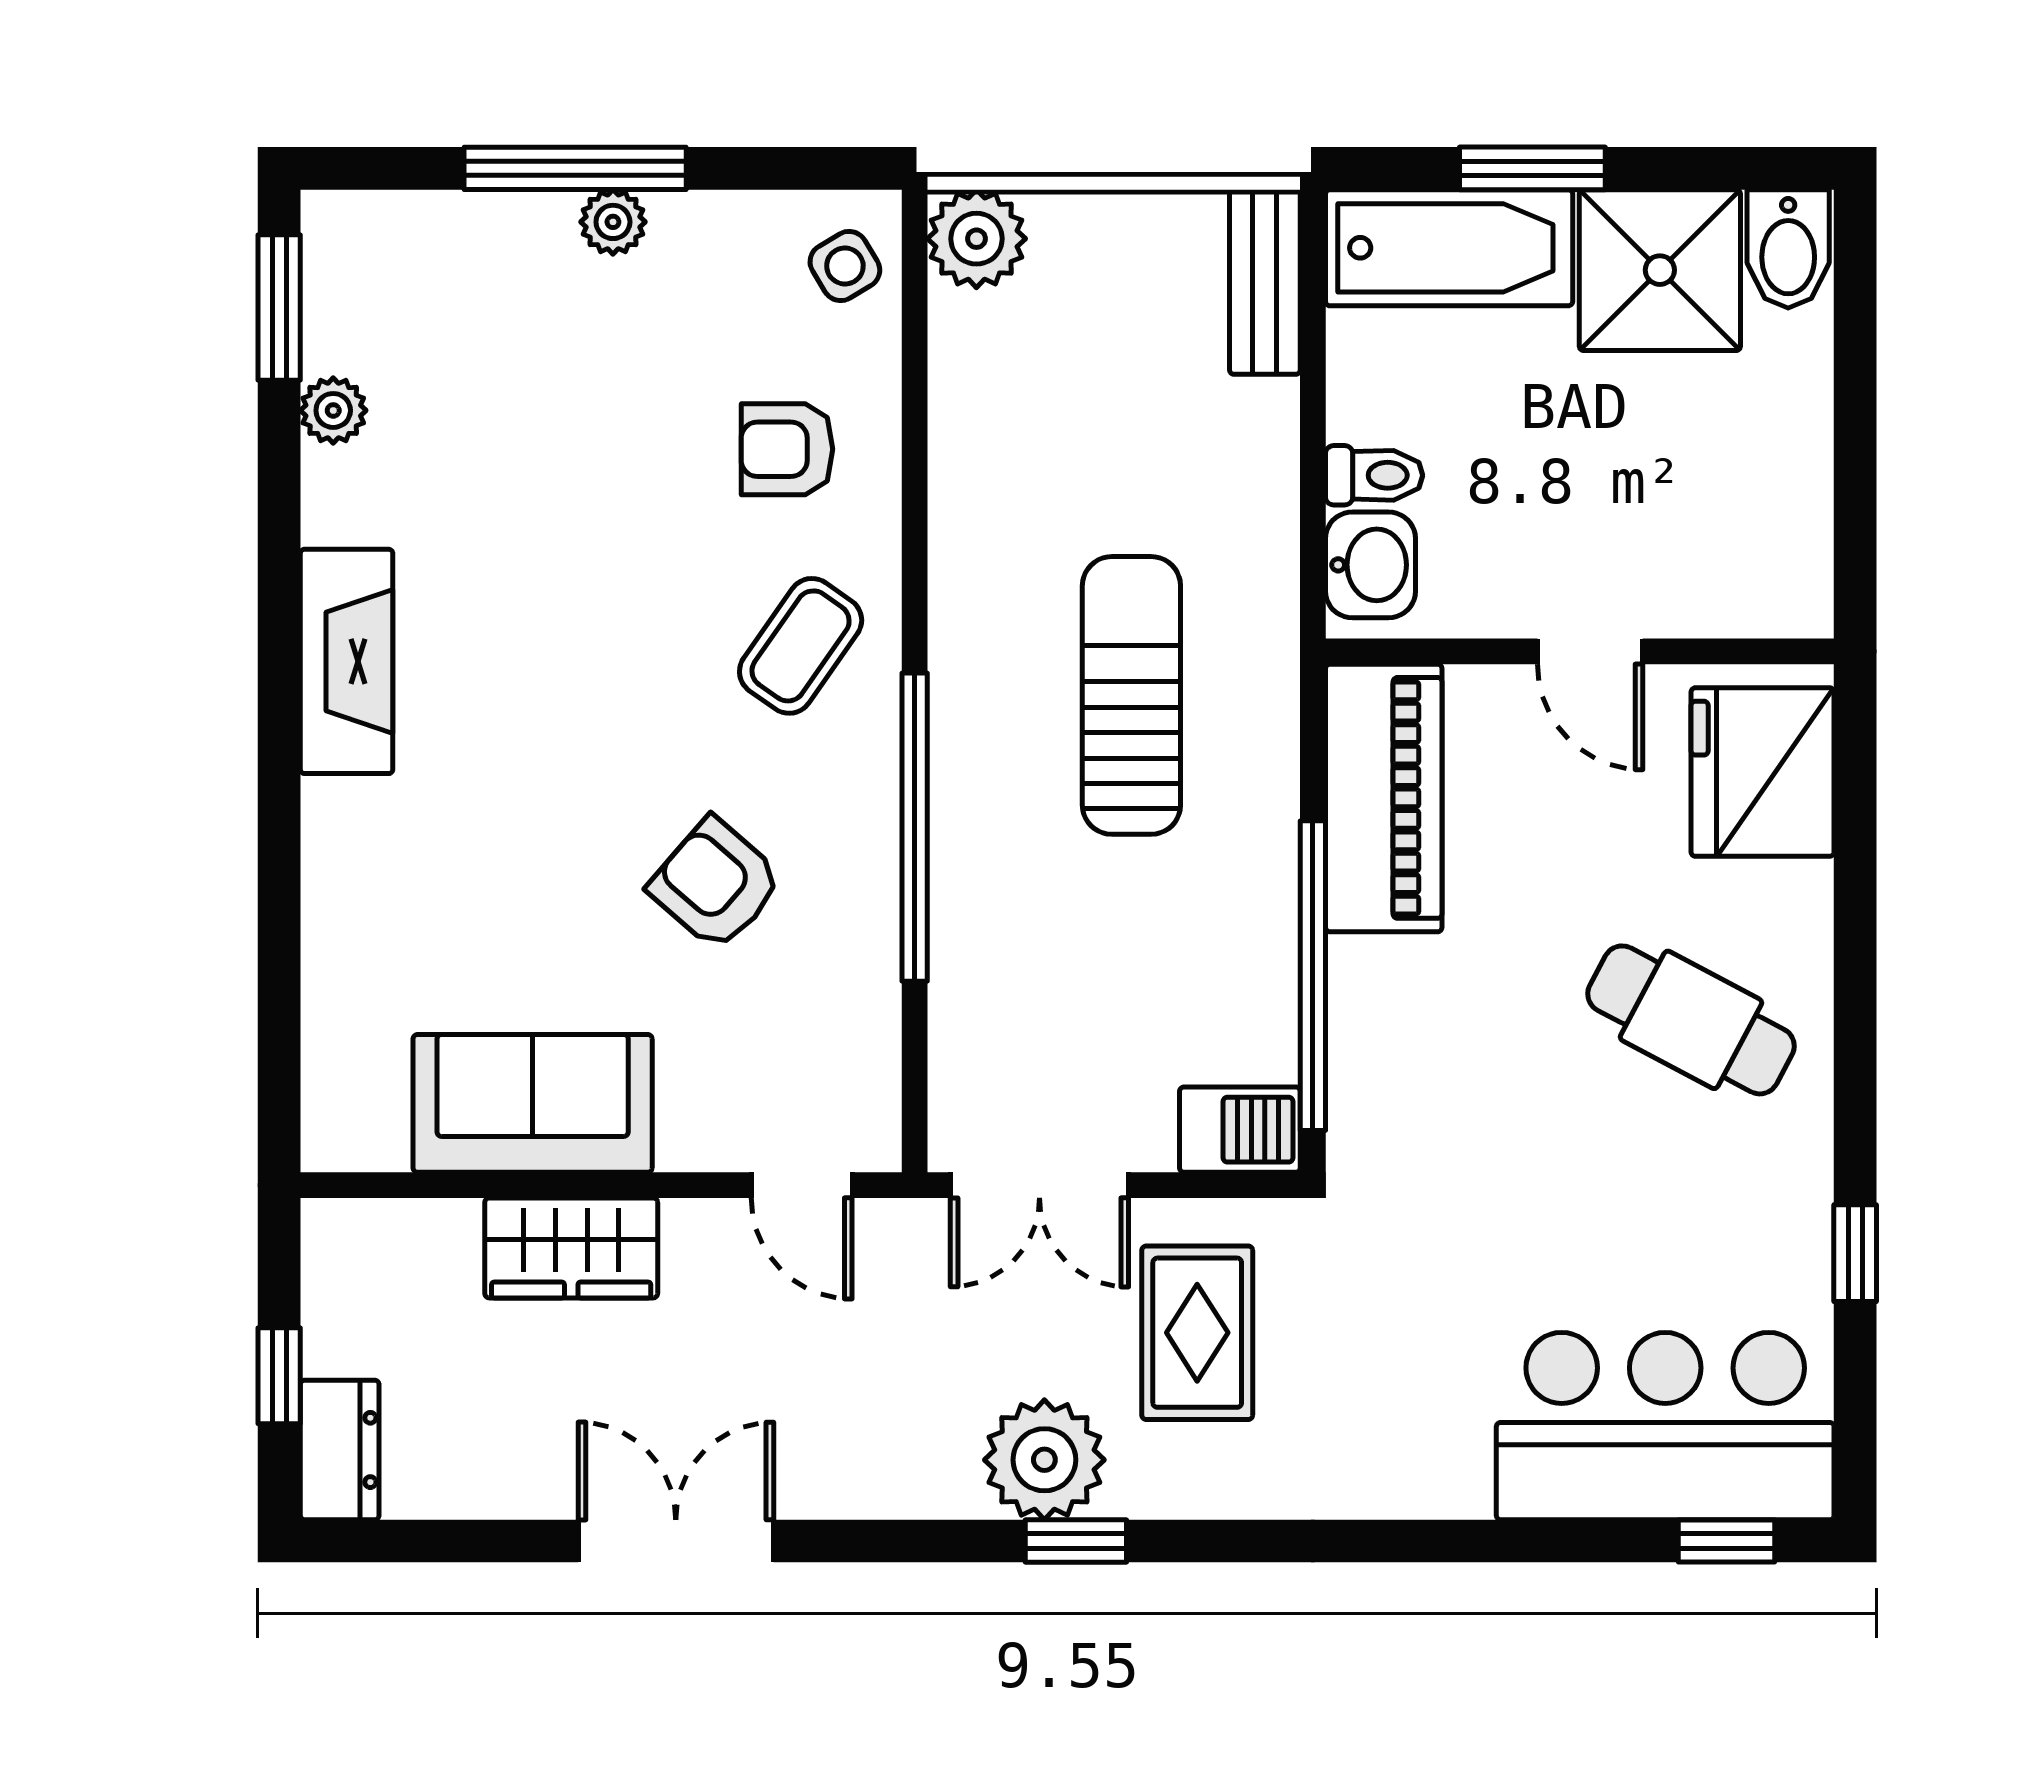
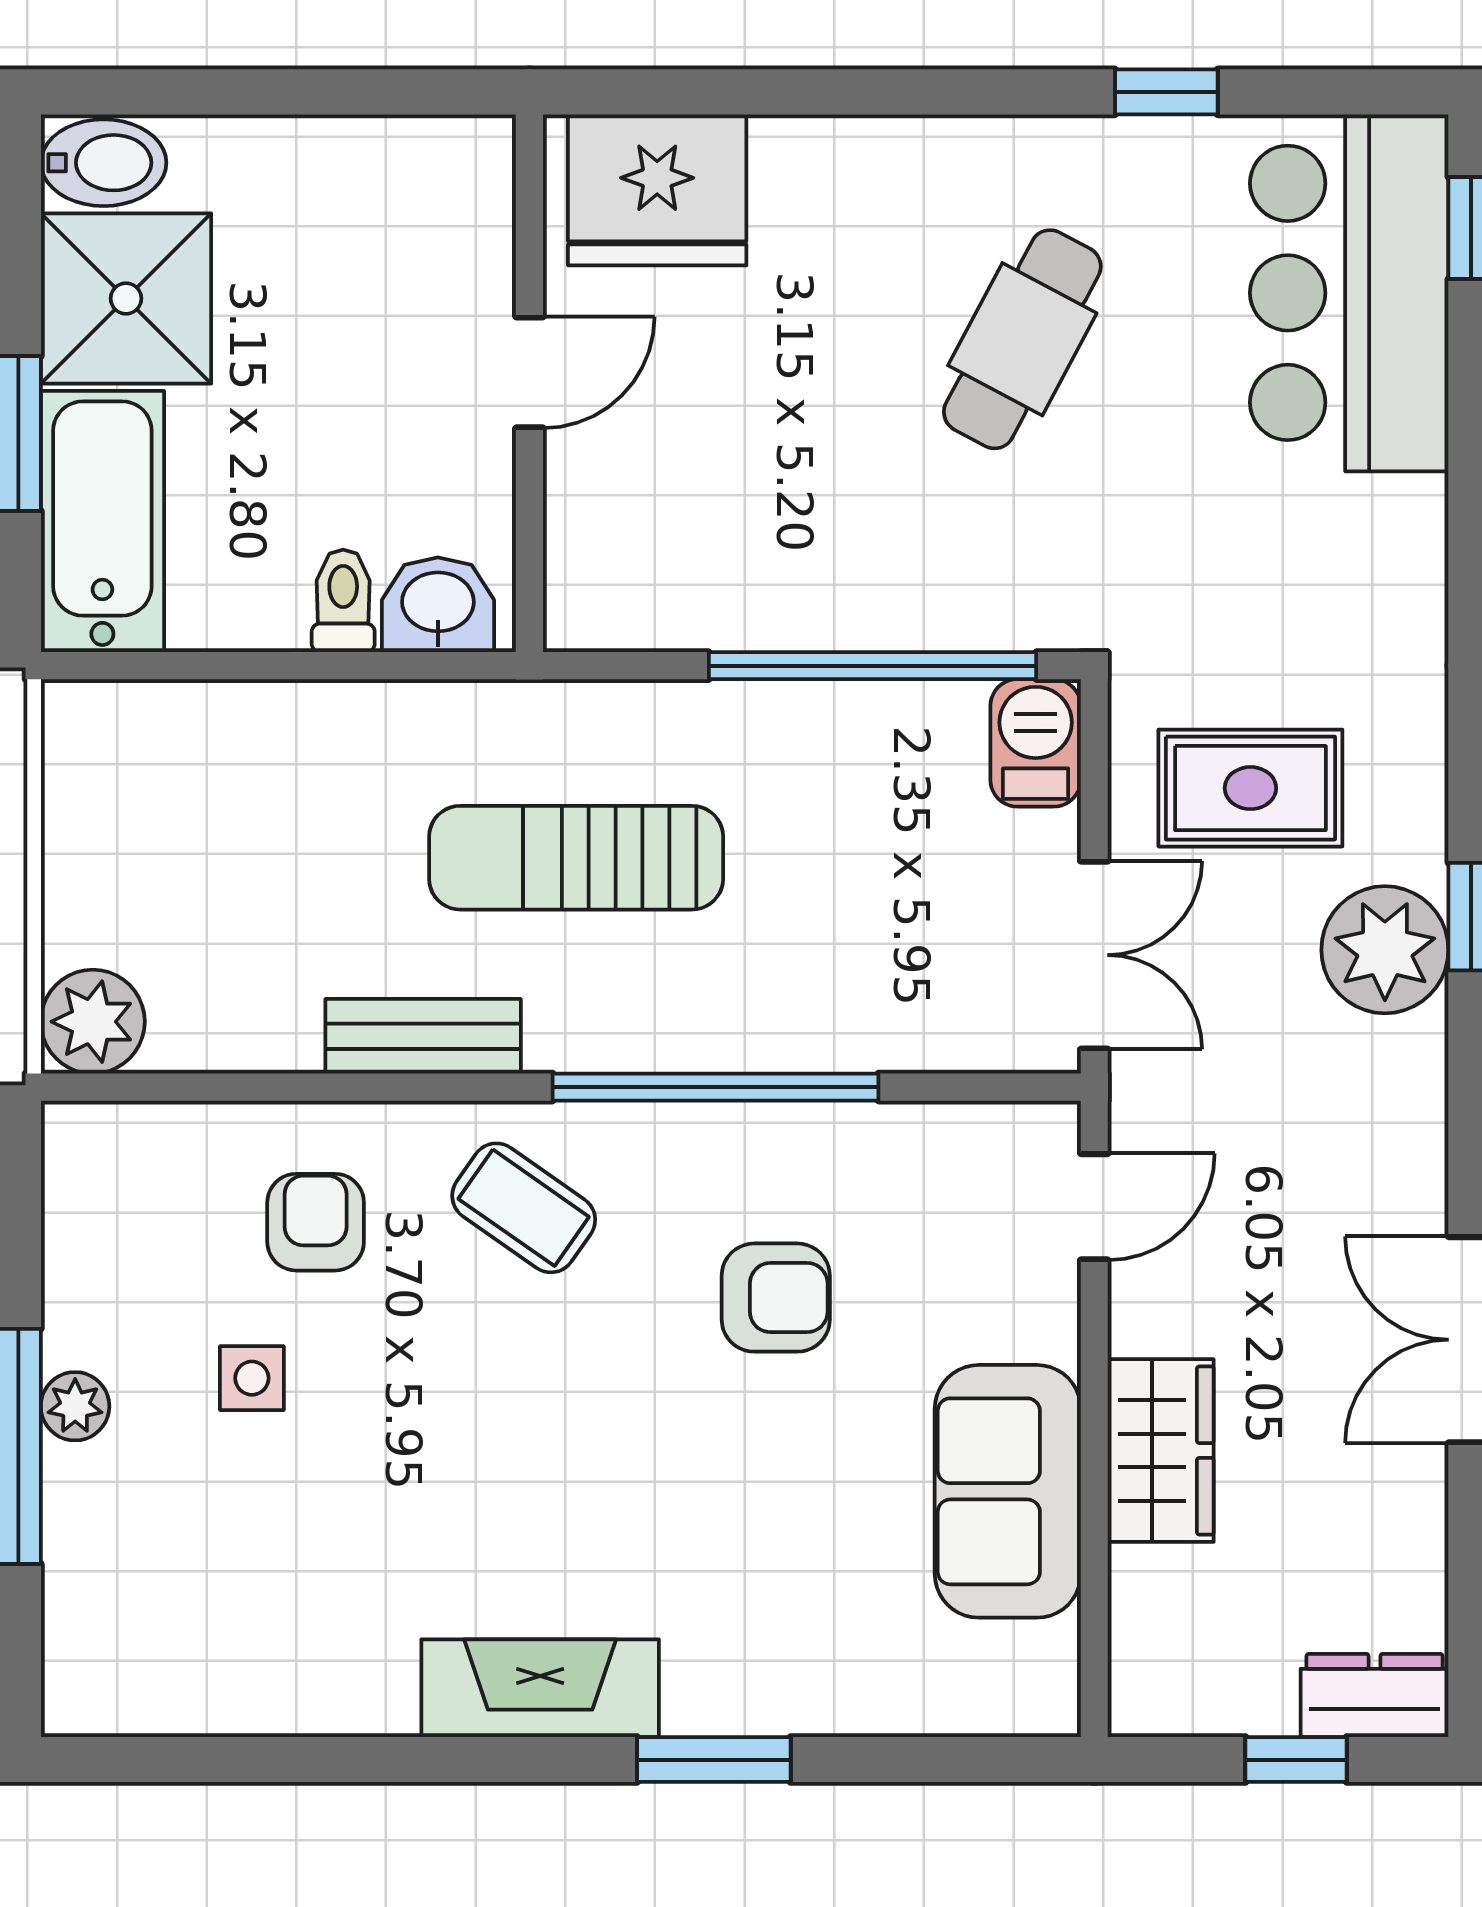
side table: (845, 266) -> (252, 1378), moved, turned 31
bench: (1265, 282) -> (423, 1036), moved
window: (279, 308) -> (714, 1760), moved
plant: (333, 410) -> (275, 1702), removed
armchair: (787, 449) -> (316, 1222), turned 180
piano: (1384, 798) -> (685, 591), removed
armchair: (716, 884) -> (776, 1298), turned -131
cafe table: (1691, 1020) -> (1022, 339), moved

